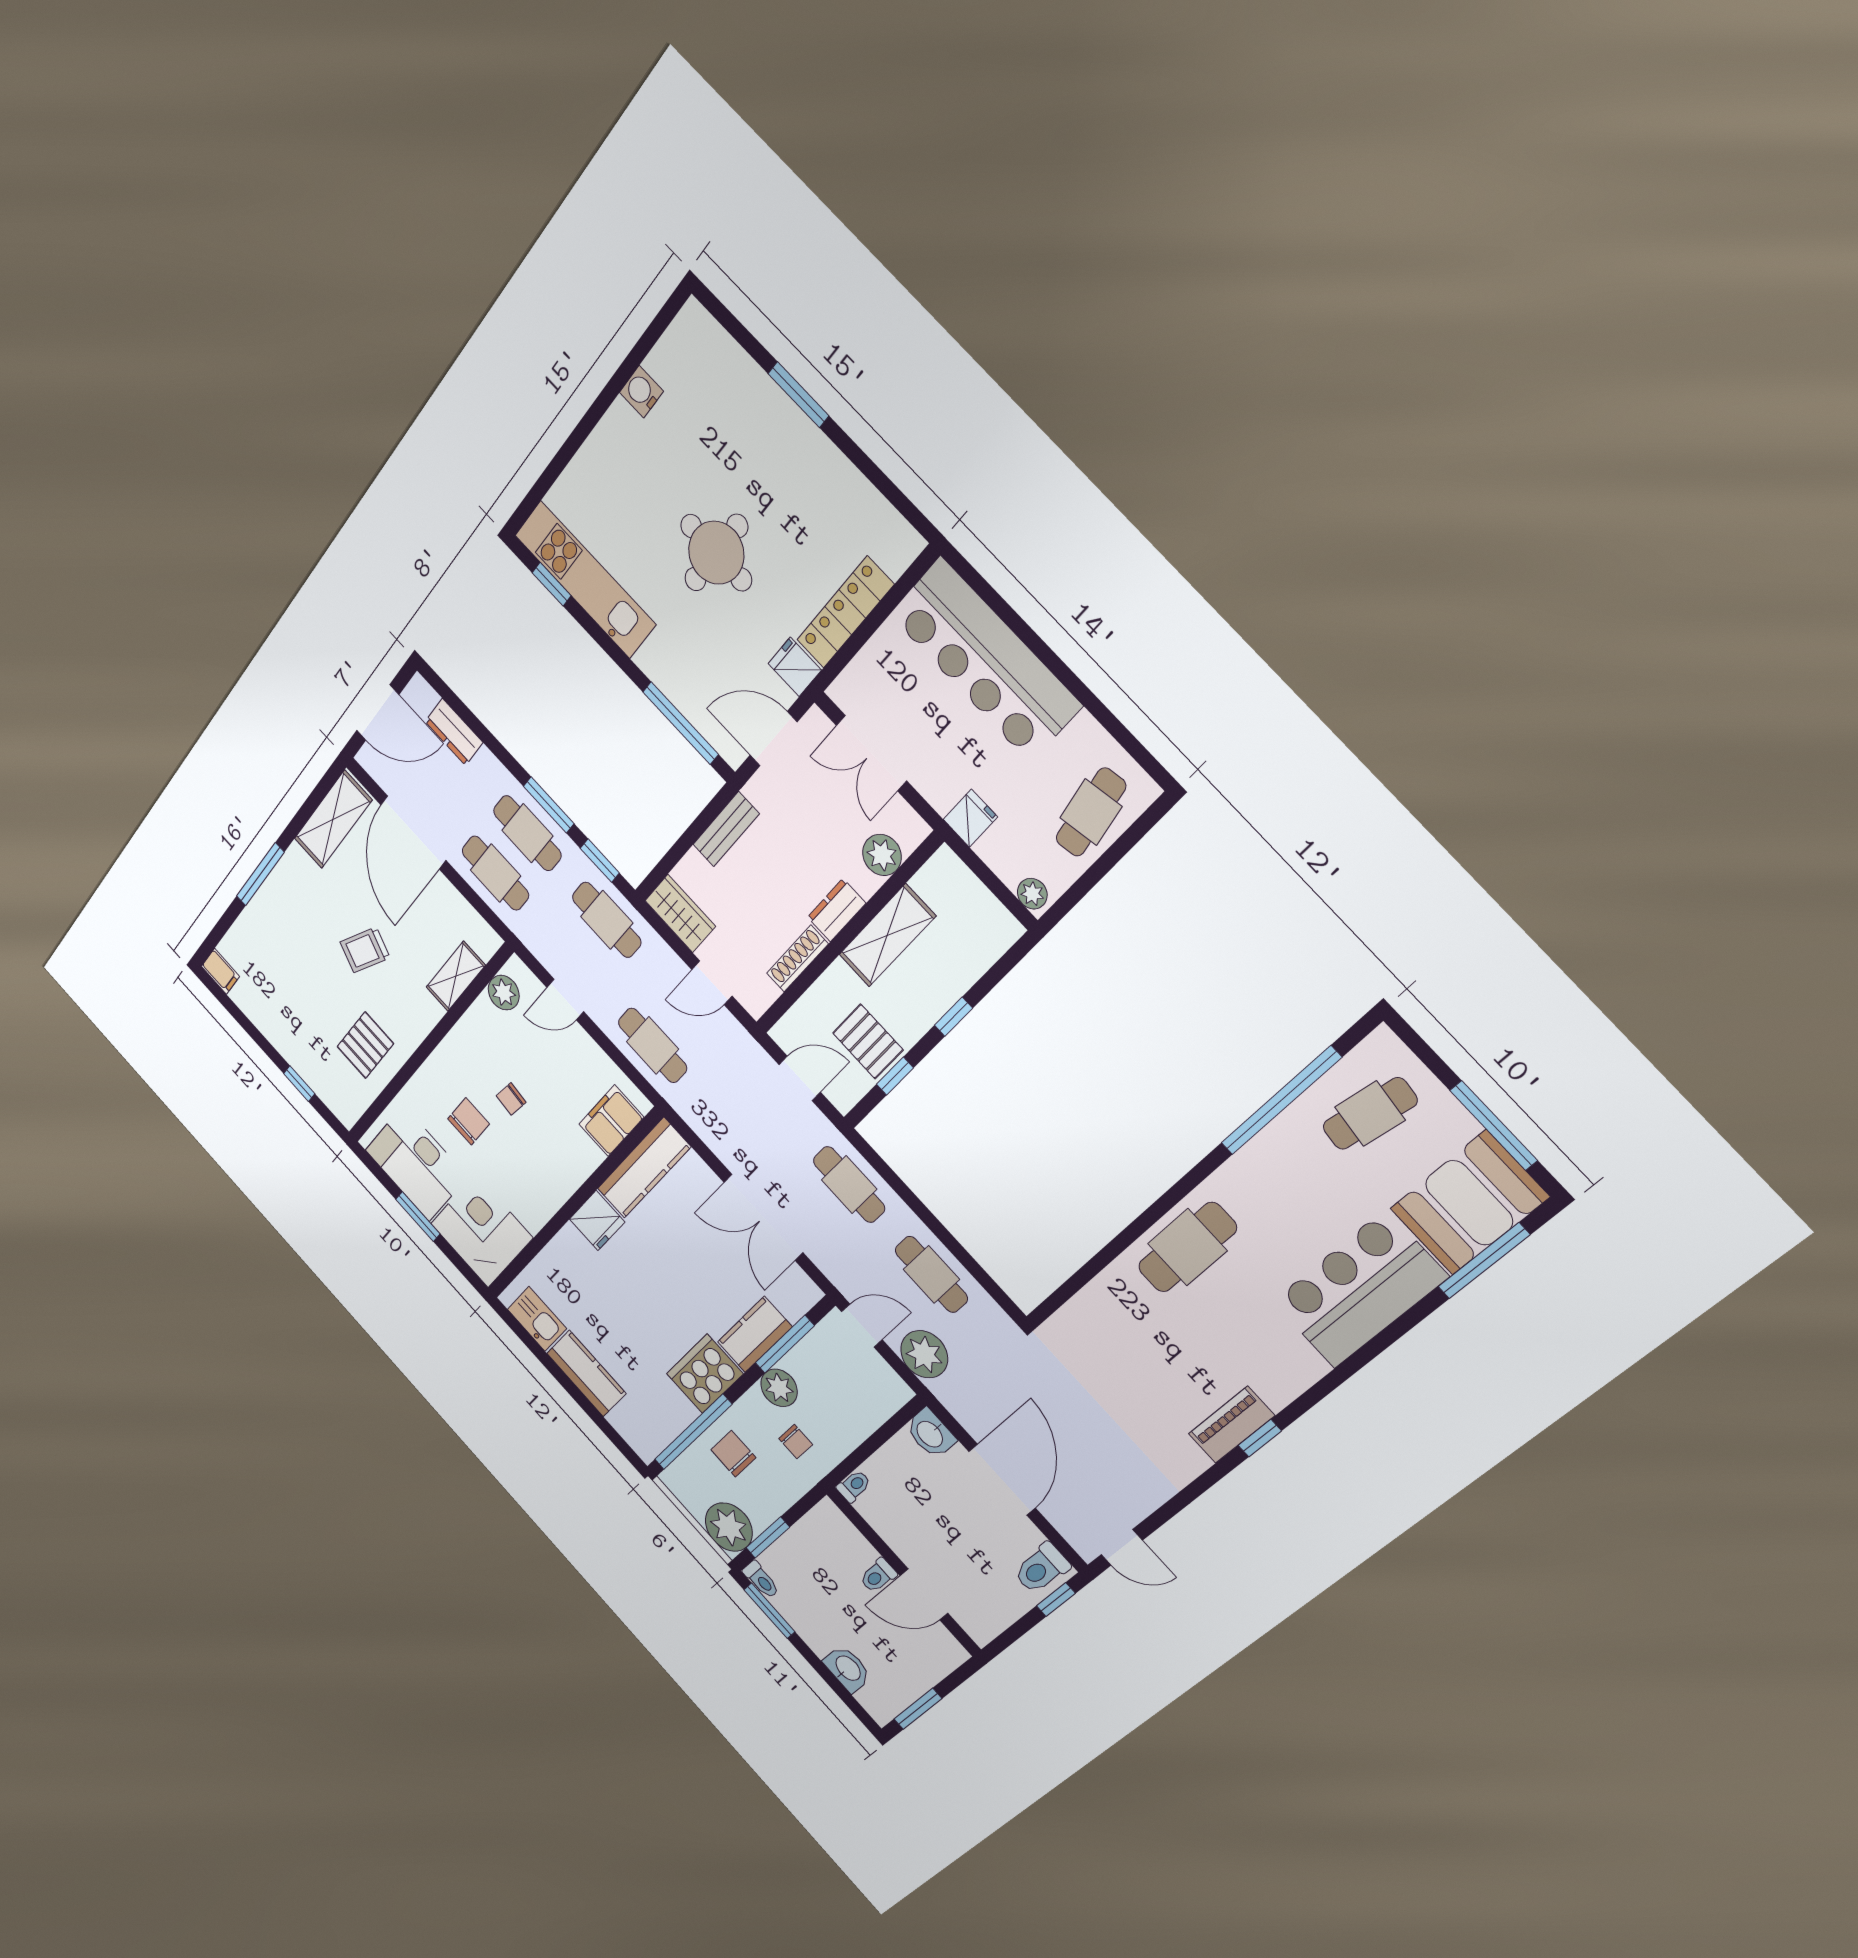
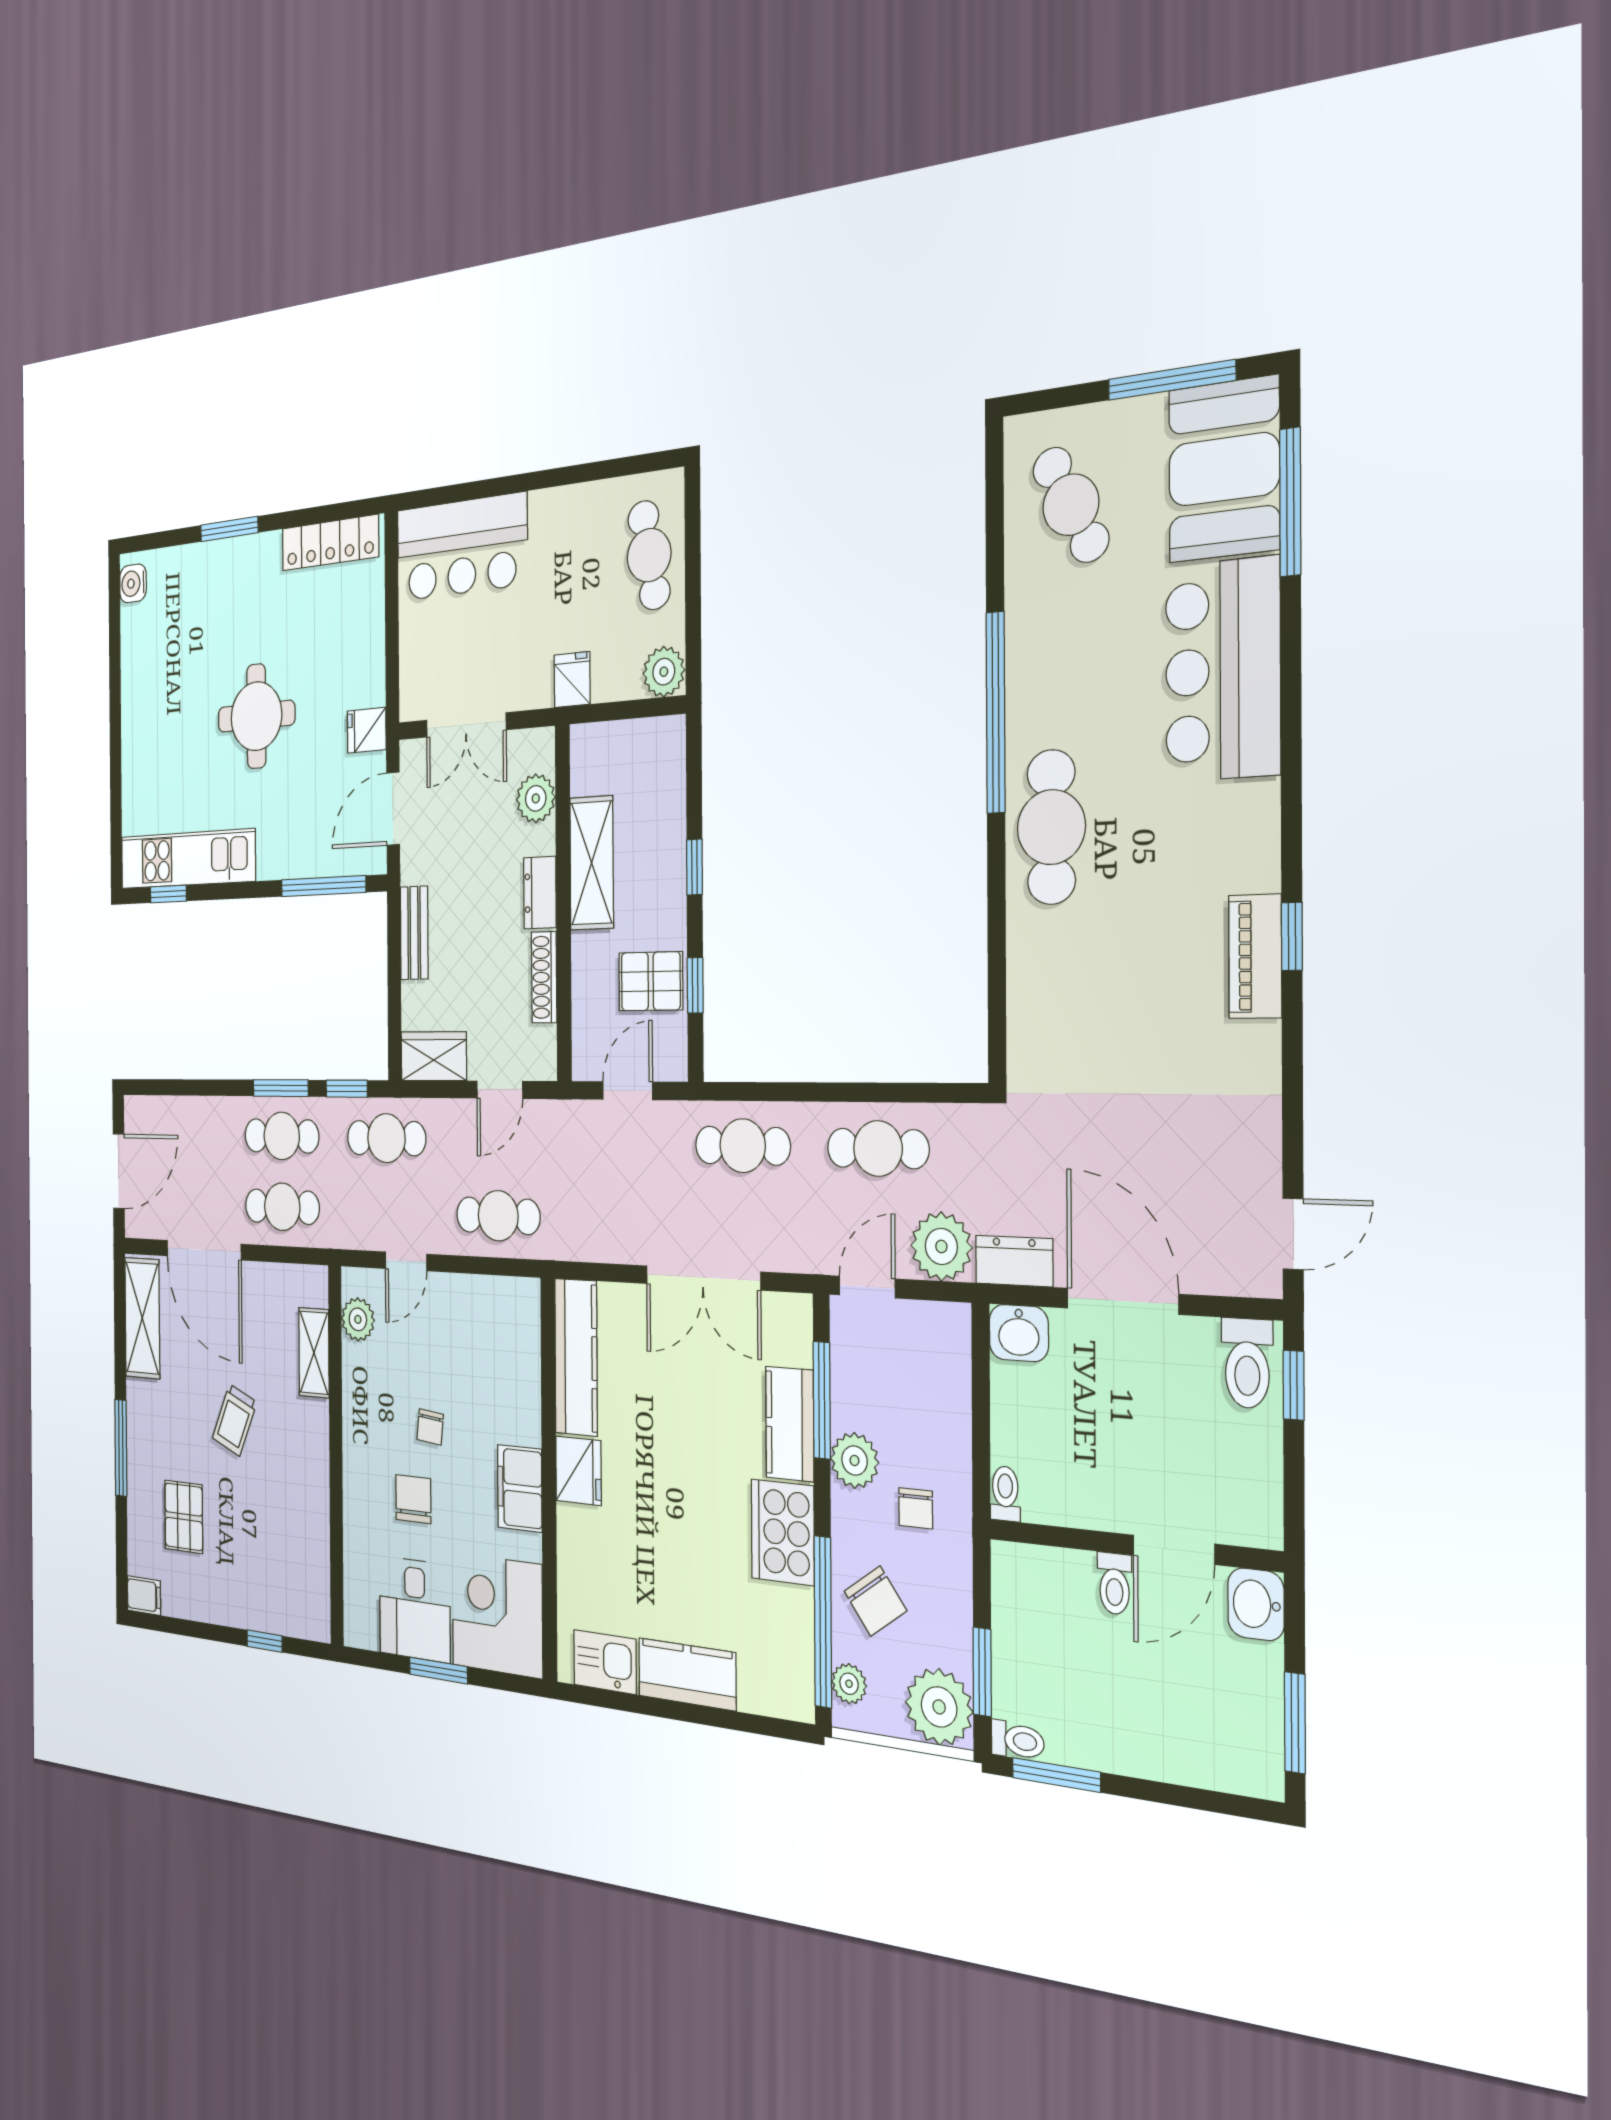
water cooler: (641, 392) -> (133, 583), moved
locker: (845, 612) -> (330, 543), moved, turned -90
bar counter: (985, 660) -> (462, 547), width x0.73
dresser: (454, 732) -> (1014, 1261), moved, turned 180
plant: (1032, 894) -> (664, 672), width x1.38, depth x1.38
pallet: (365, 1045) -> (184, 1517), moved
window: (1281, 1101) -> (996, 712), moved
cafe table: (1370, 1114) -> (1071, 505), turned -35
filing cabinet: (611, 1121) -> (520, 1488), moved
desk: (416, 1163) -> (415, 1609), width x0.73
chair: (796, 1442) -> (916, 1508), turned 90
chair: (733, 1454) -> (875, 1601), turned -126
plant: (684, 1470) -> (849, 1684), added
washbasin: (847, 1669) -> (1256, 1604), moved, turned -90

